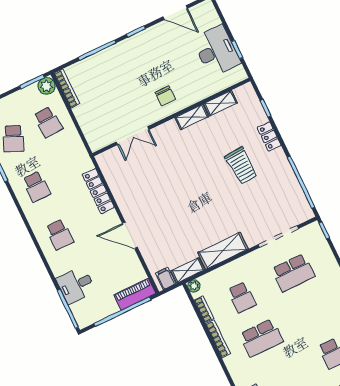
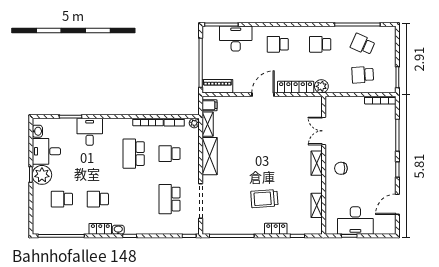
plant: (47, 86) -> (321, 86), moved
shelving: (192, 117) -> (317, 163), moved
door: (130, 235) -> (263, 95), moved
desk: (76, 285) -> (236, 39), width x1.37
piano: (135, 294) -> (217, 86), moved, turned -90

